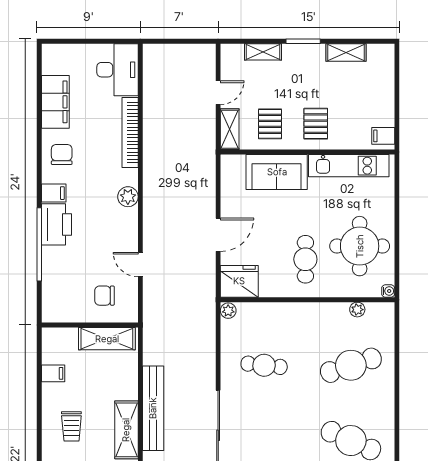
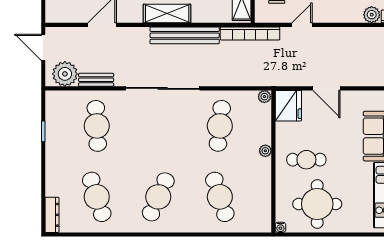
plant: (128, 197) -> (372, 15), moved
plant: (357, 310) -> (265, 151), moved
bookcase: (151, 328) -> (250, 33), added
cafe table: (264, 365) -> (220, 126), width x1.37, depth x1.35

